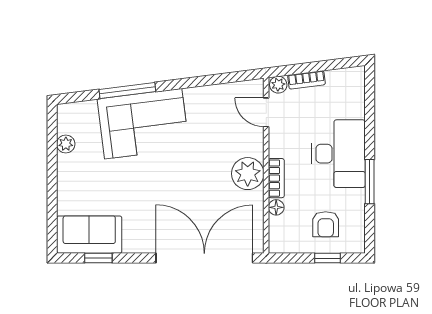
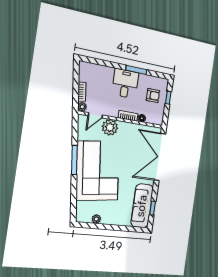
window: (127, 90) -> (74, 160), moved
corner sofa: (143, 124) -> (98, 171), width x1.36, depth x1.36
desk: (338, 154) -> (125, 84), width x0.73
plant: (248, 174) -> (110, 127), moved
sofa: (89, 235) -> (142, 206), width x1.36

